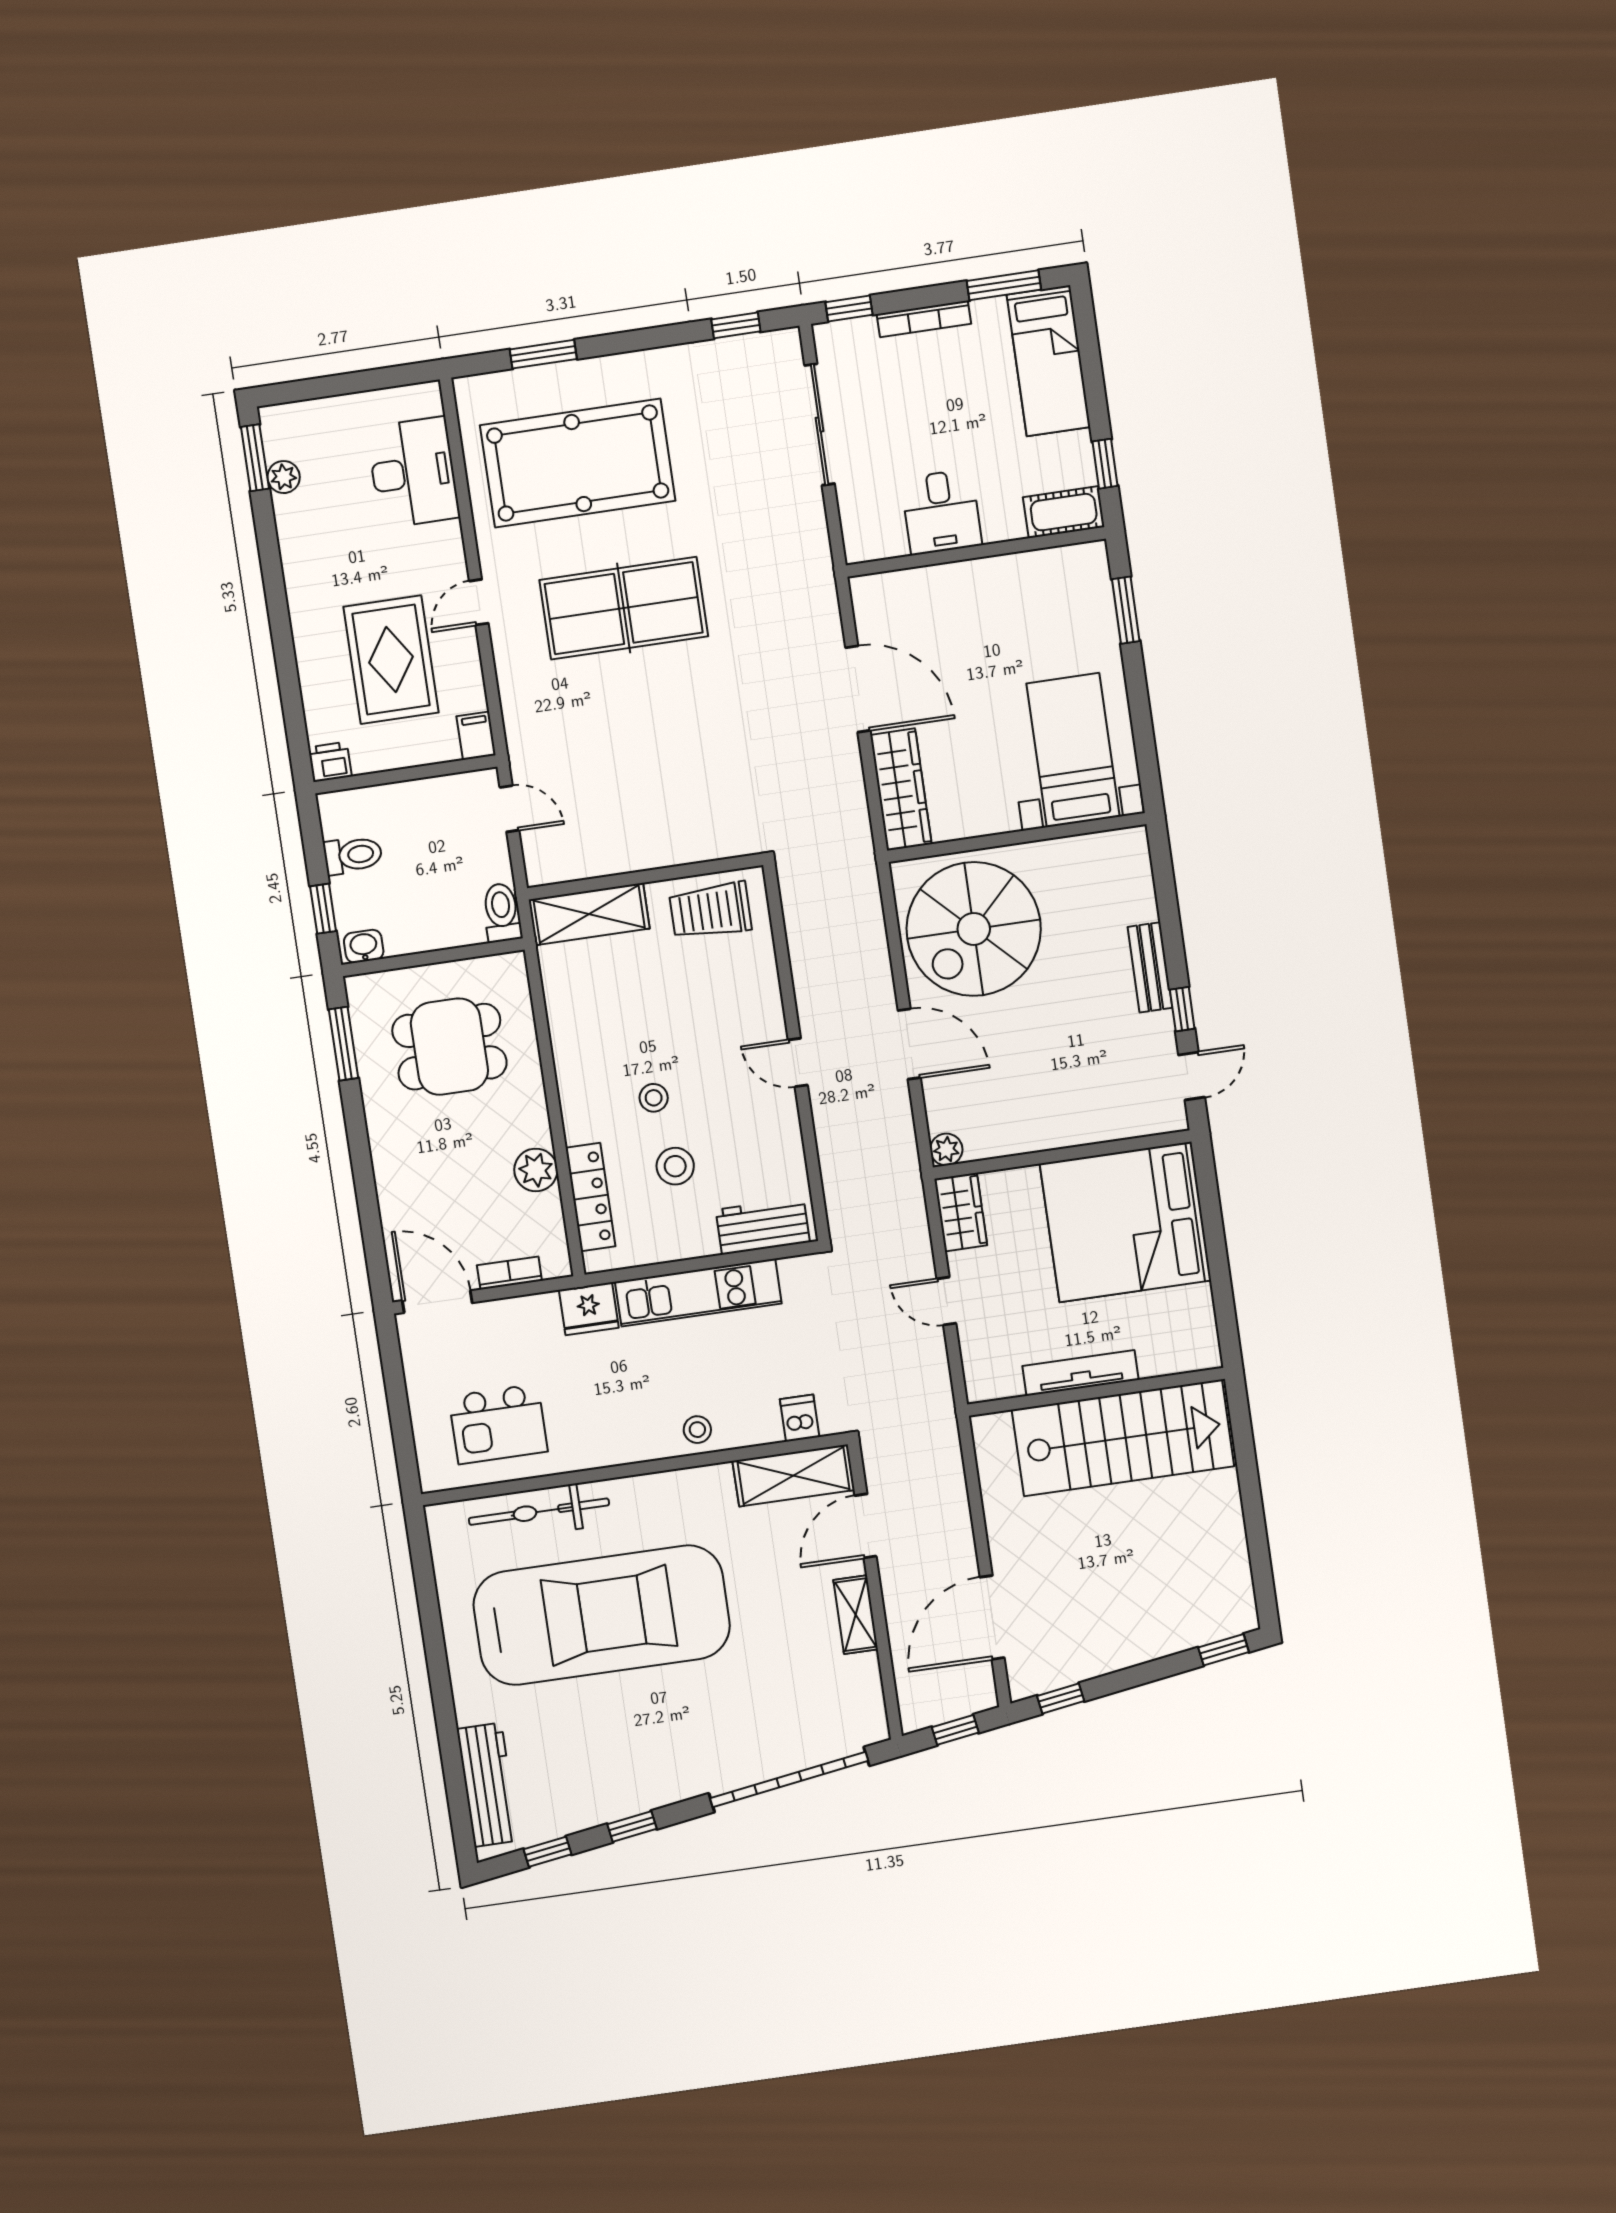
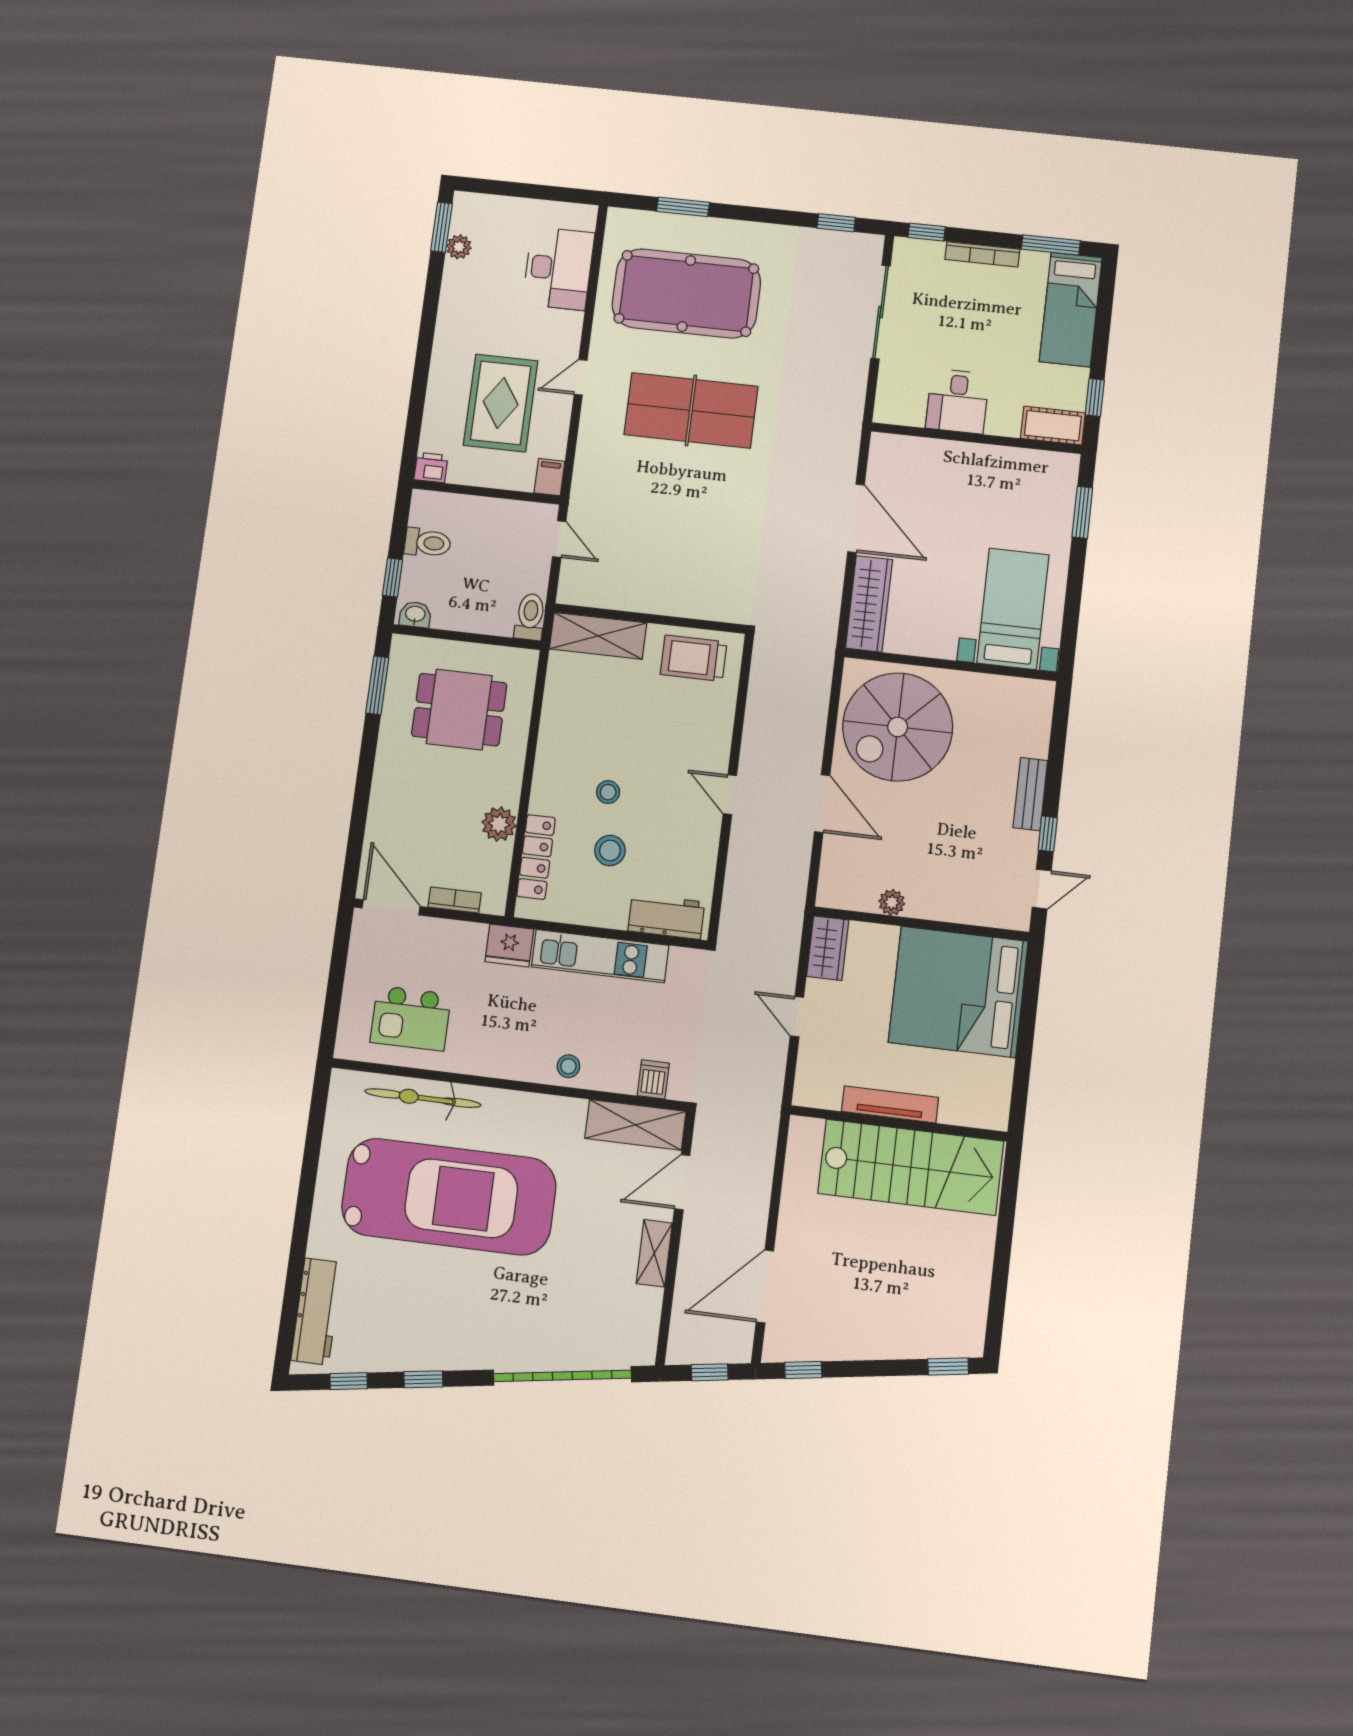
plant: (946, 1149) -> (892, 902), moved

